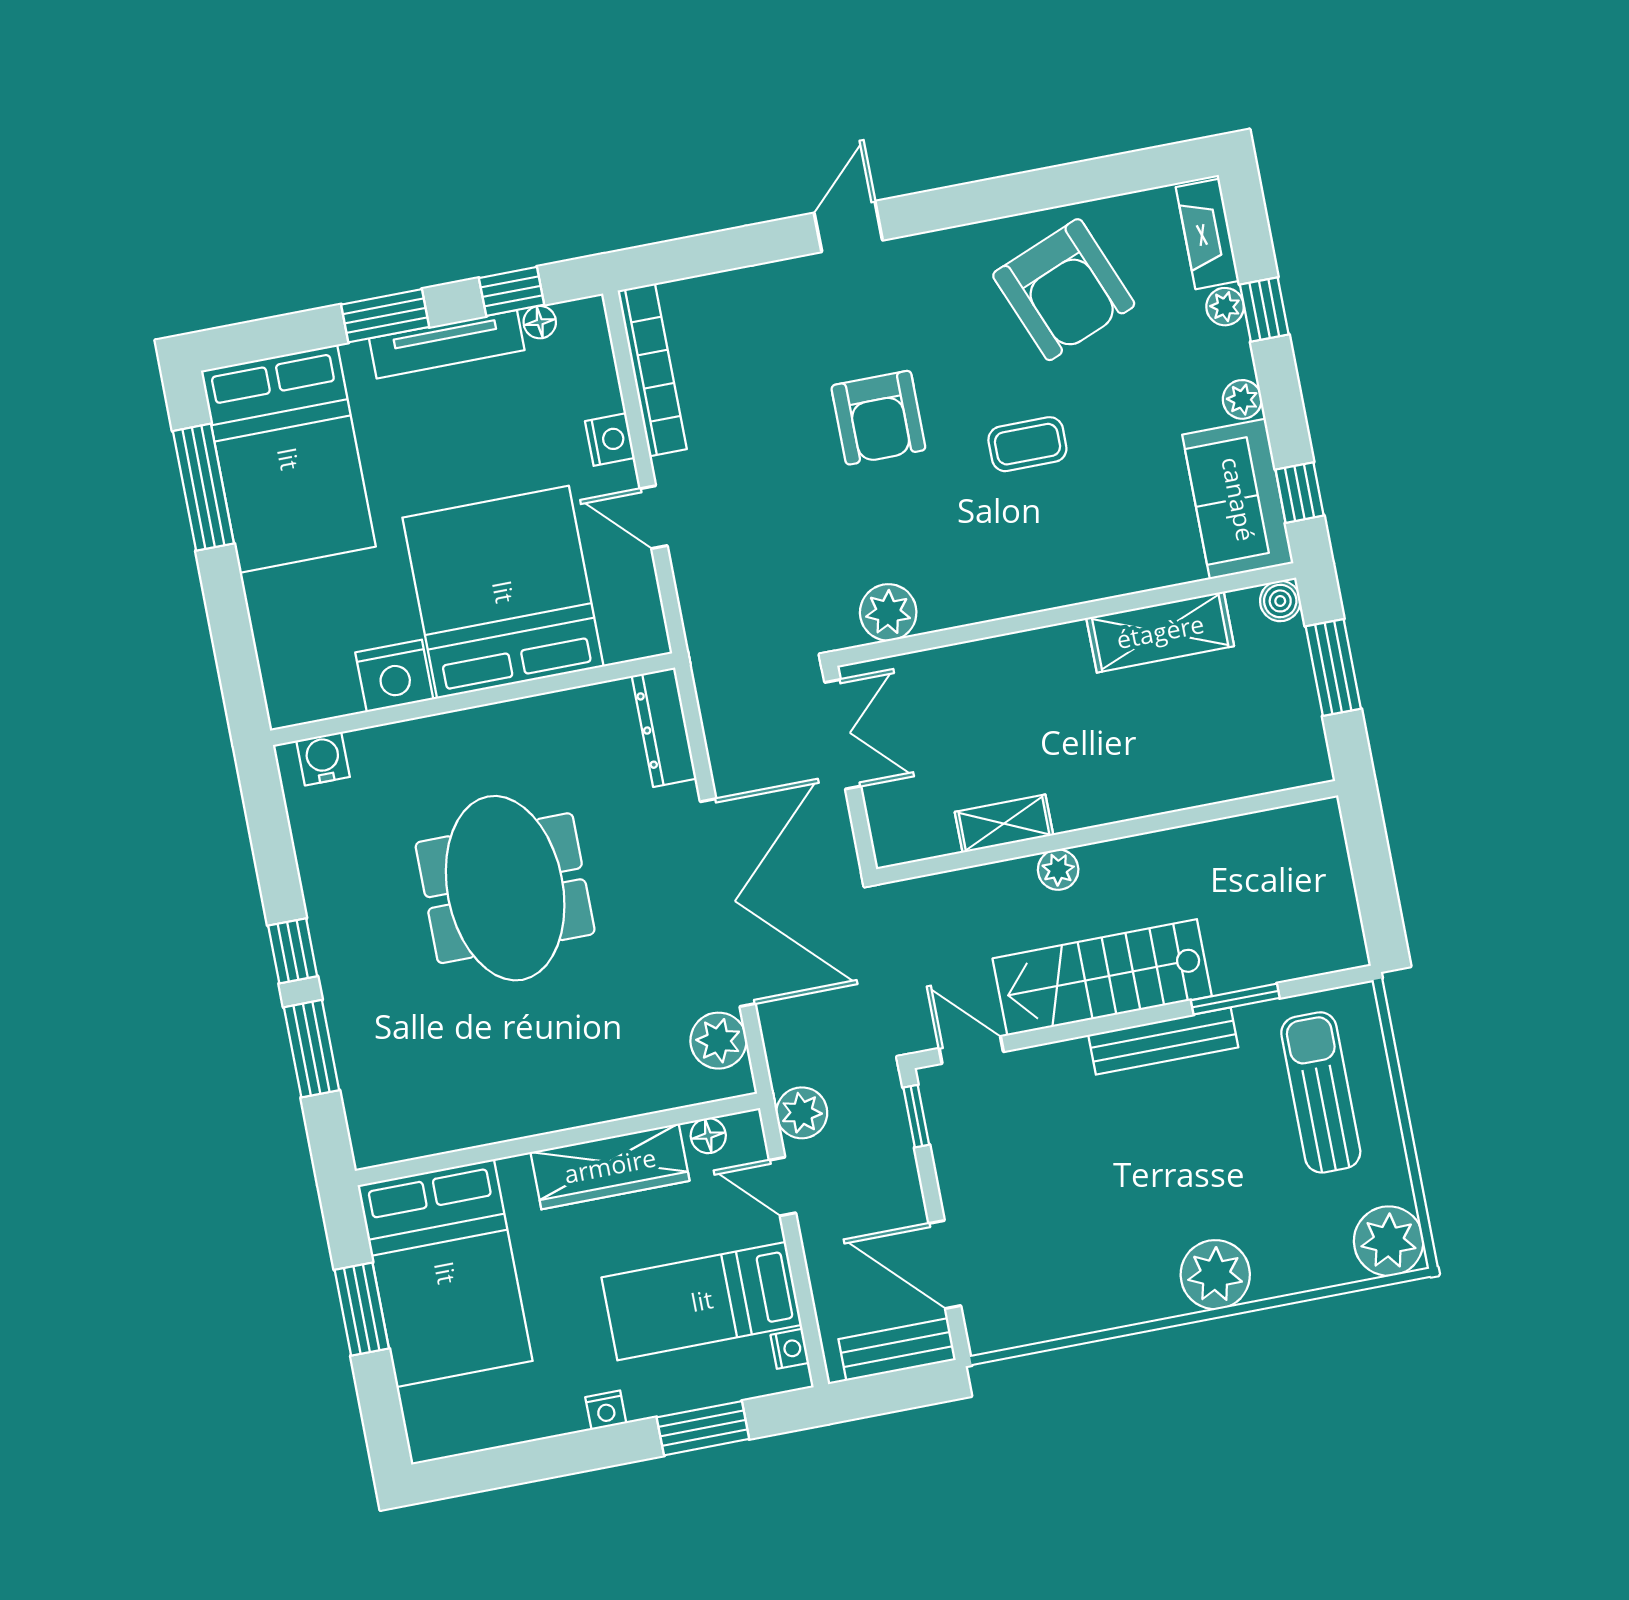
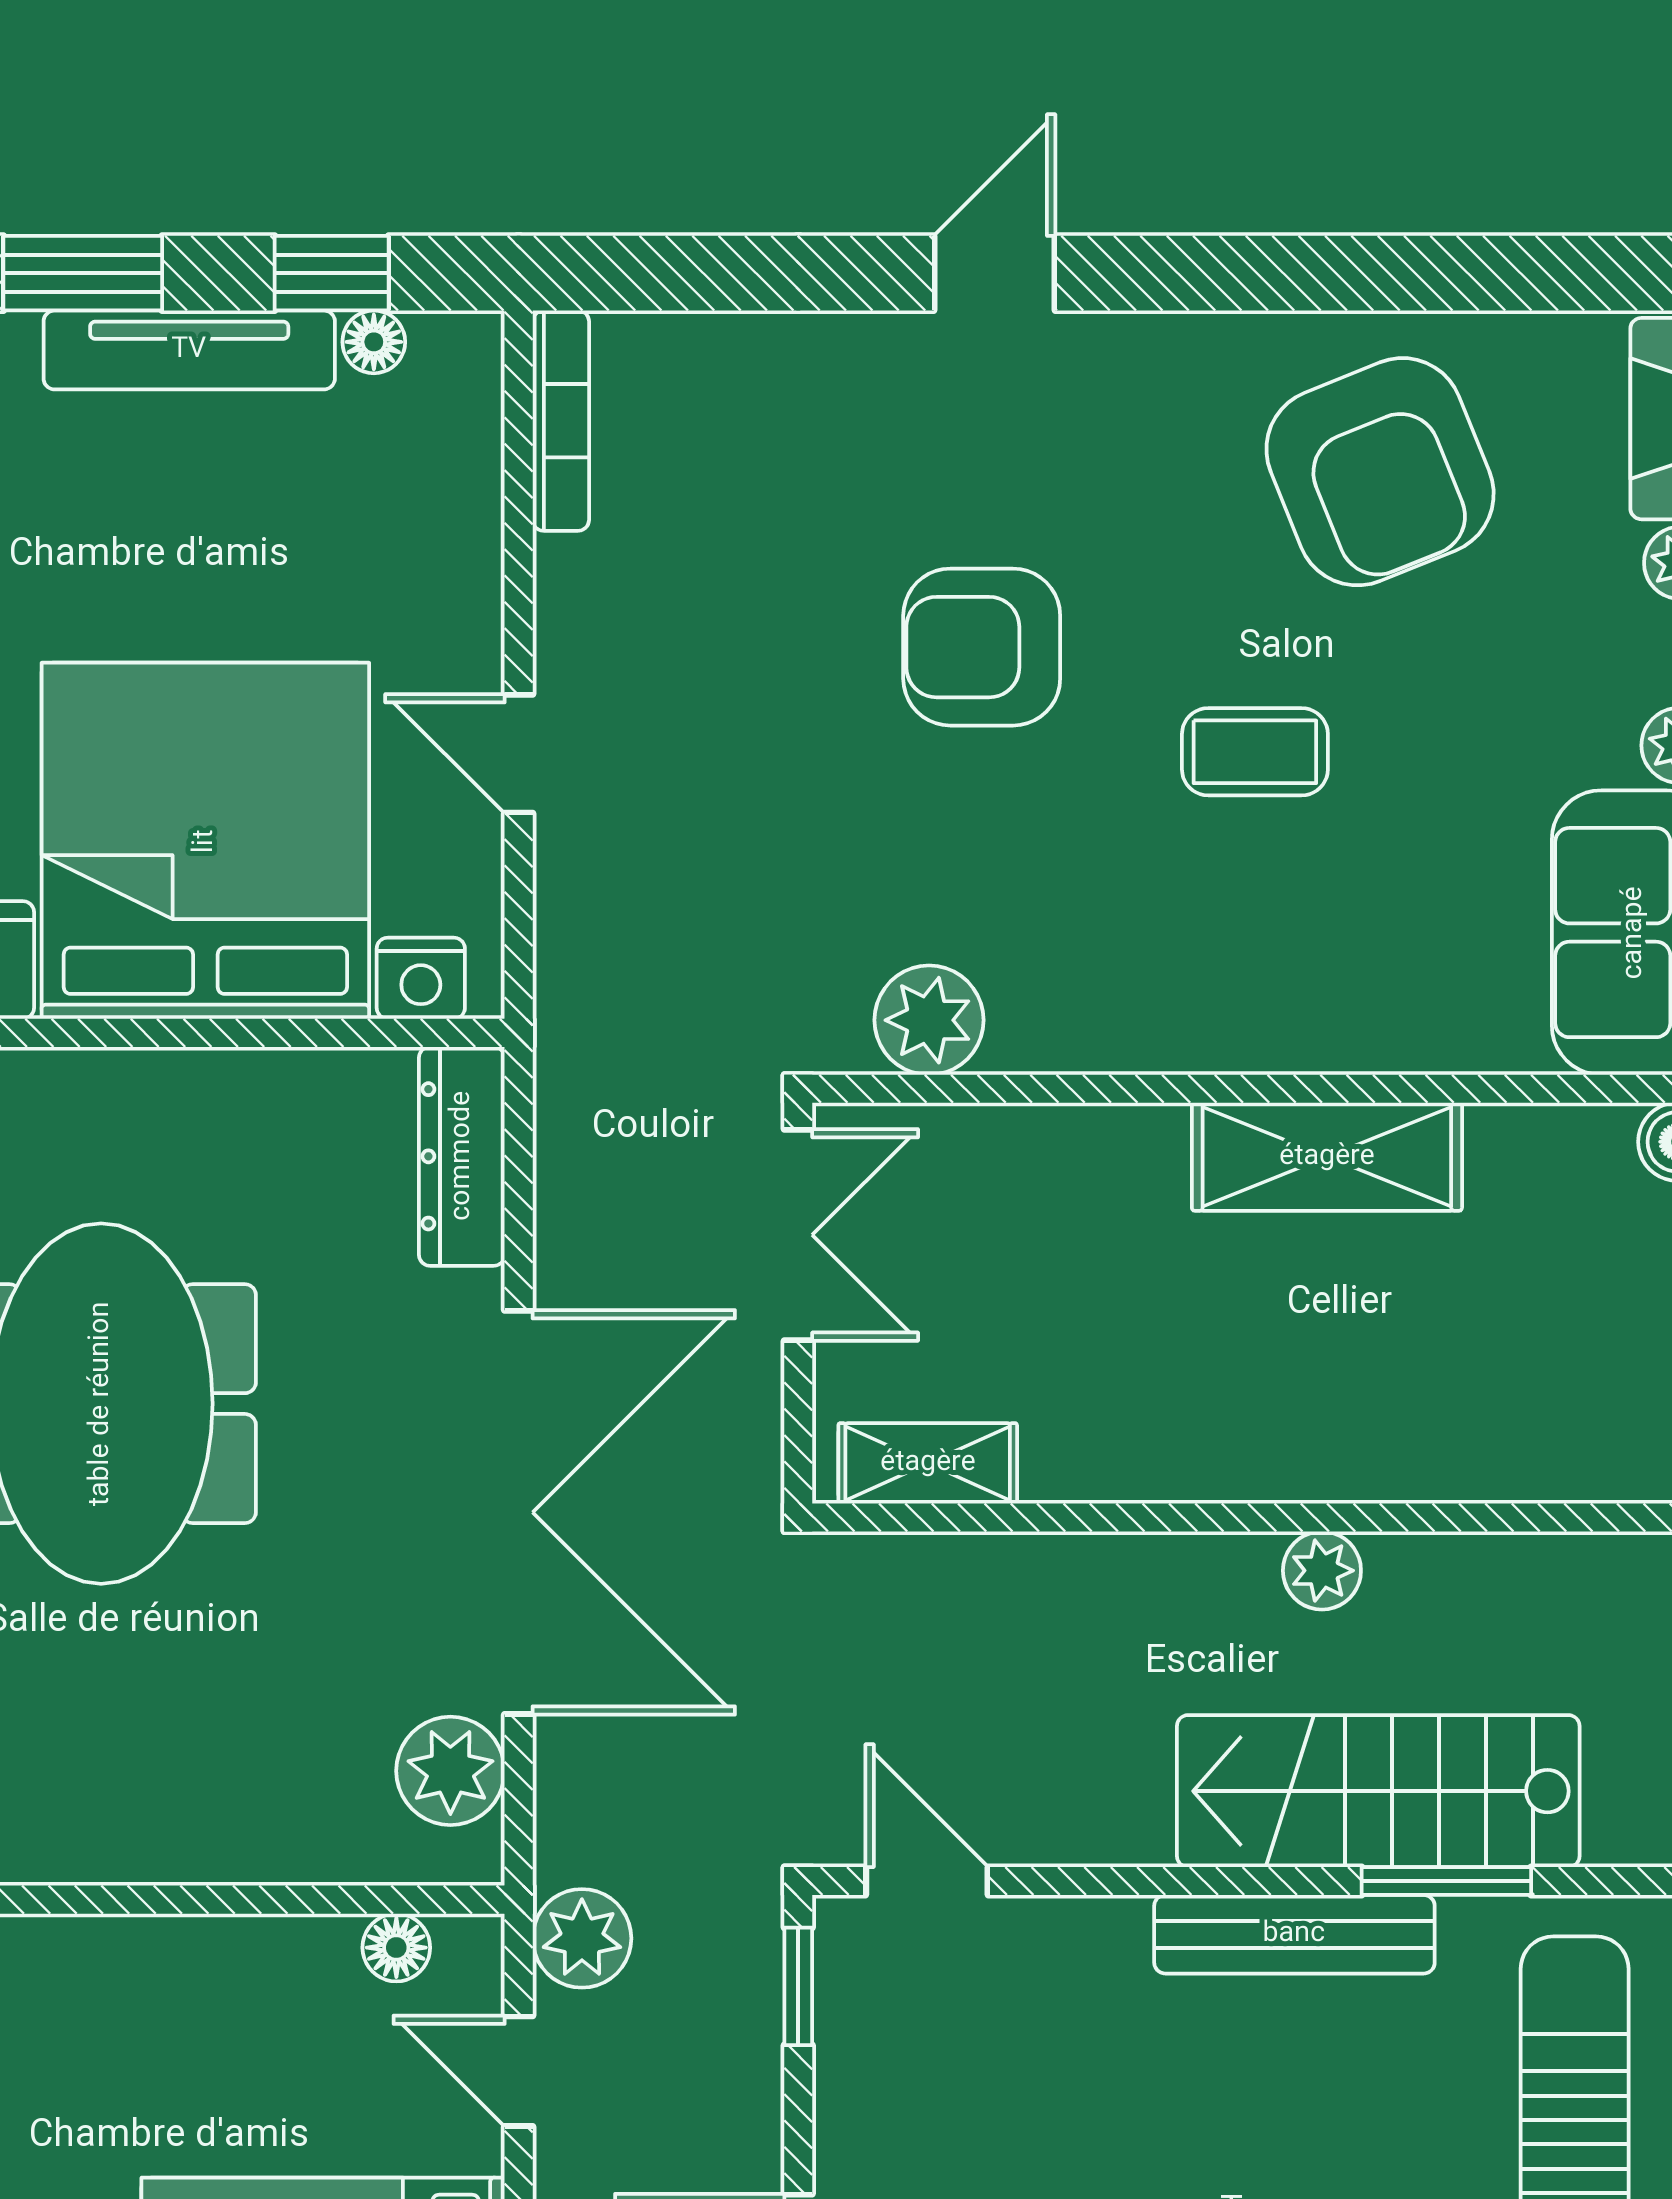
bookcase: (652, 370) -> (561, 421), width x0.68, depth x0.76
armchair: (878, 418) -> (982, 647), turned 90
nightstand: (610, 440) -> (421, 978), moved, turned 90
shelving: (1160, 632) -> (1327, 1157), moved
shelving: (1004, 824) -> (928, 1463), moved
plant: (1058, 870) -> (1322, 1571), moved
stairs: (1102, 977) -> (1378, 1791), moved
wardrobe: (610, 1166) -> (198, 1970), removed

